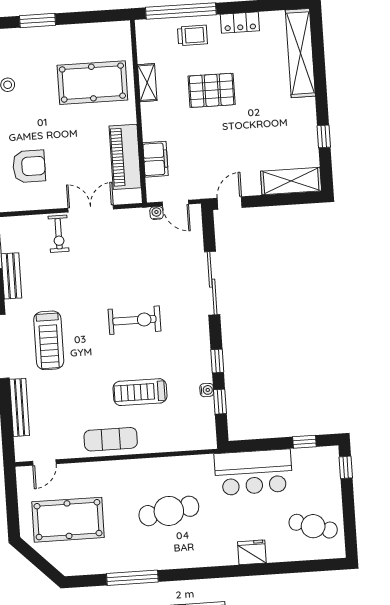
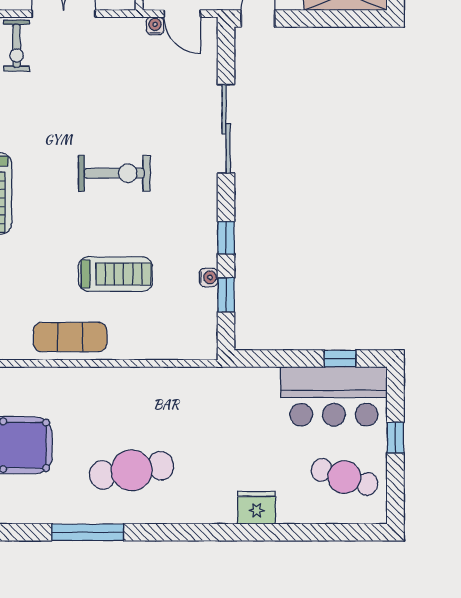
treadmill: (140, 392) -> (115, 274), turned 180
window: (346, 467) -> (395, 438), moved
bar counter: (253, 472) -> (334, 396), moved
cafe table: (169, 511) -> (132, 470), moved

